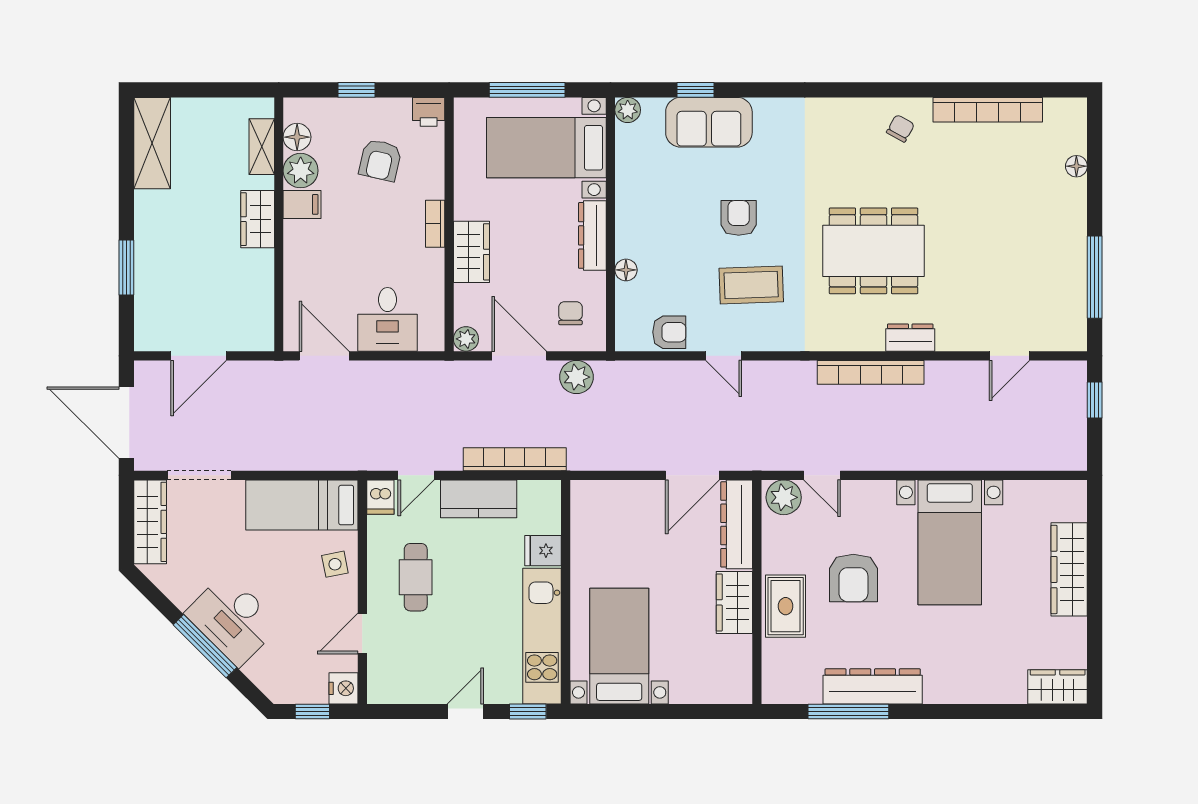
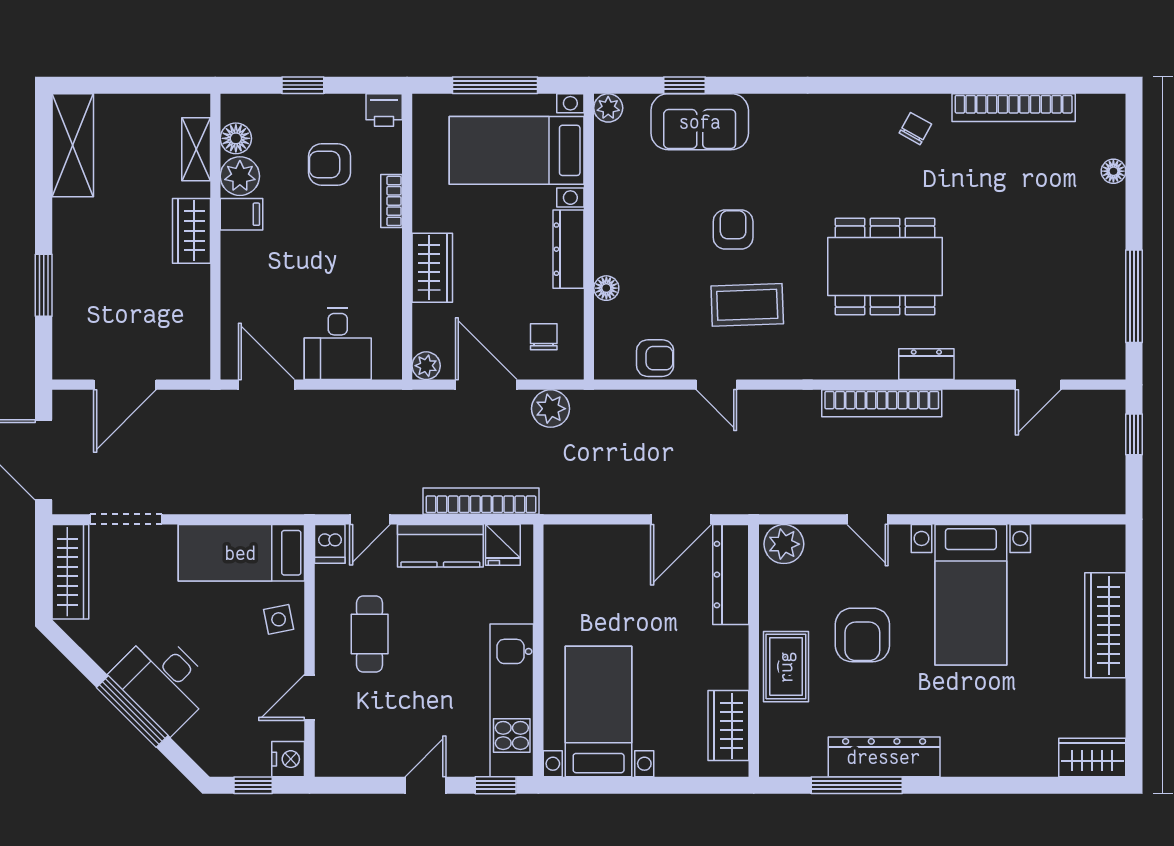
armchair: (380, 160) -> (330, 164), turned 77
bookcase: (435, 224) -> (391, 201), moved
door: (822, 475) -> (868, 519), moved
fridge: (543, 551) -> (503, 545), moved, turned -90
wardrobe: (734, 602) -> (728, 726), moved

